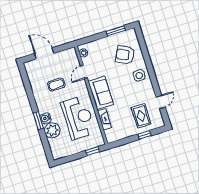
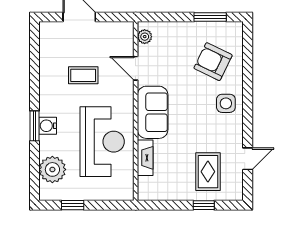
door: (84, 72) -> (136, 68), hinge flipped
plant: (52, 130) -> (52, 169), moved
window: (93, 151) -> (73, 205), moved

